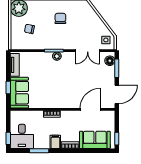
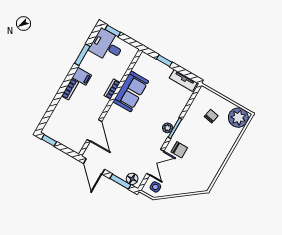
chair: (60, 18) -> (179, 150), moved
double door: (88, 51) -> (155, 162), swing flipped
sofa: (19, 93) -> (131, 91), moved, turned -90
sofa: (95, 140) -> (61, 118), removed

